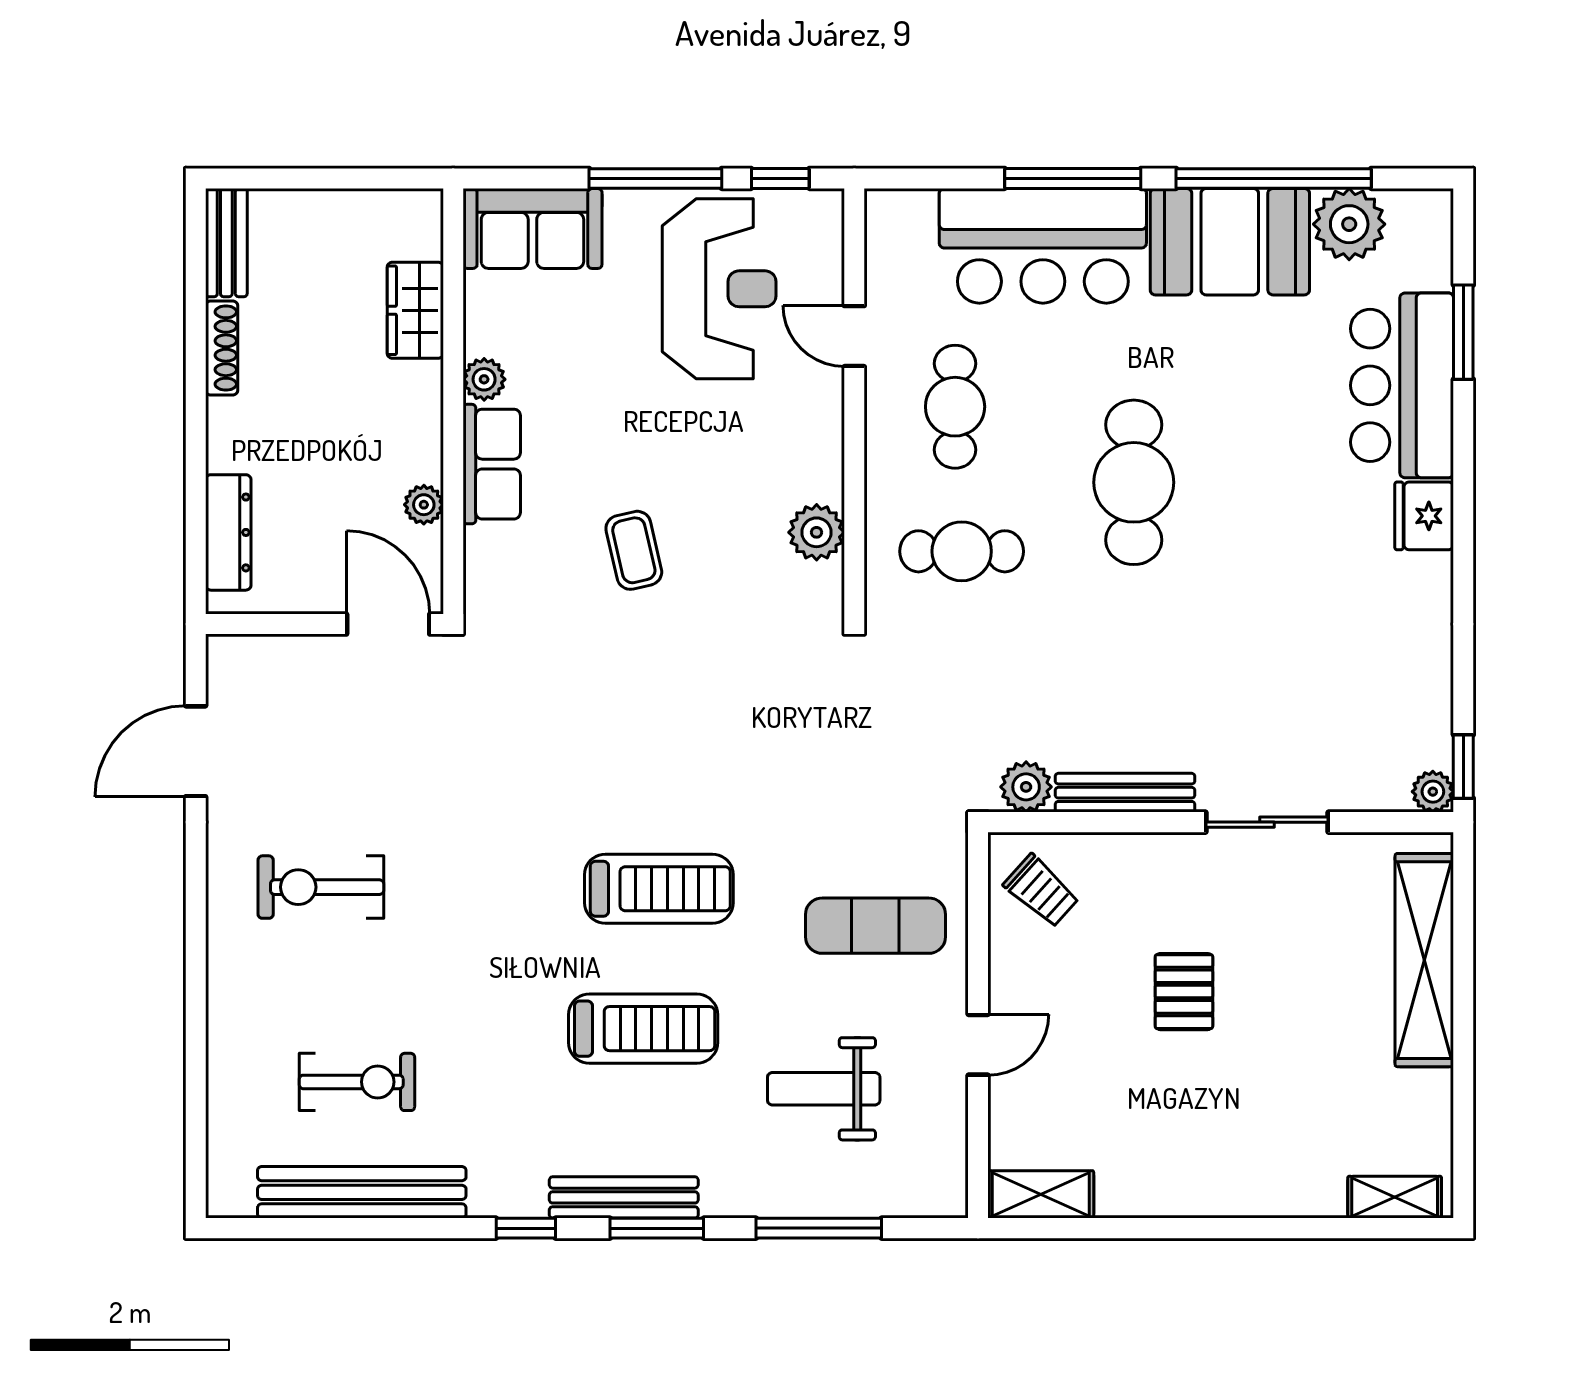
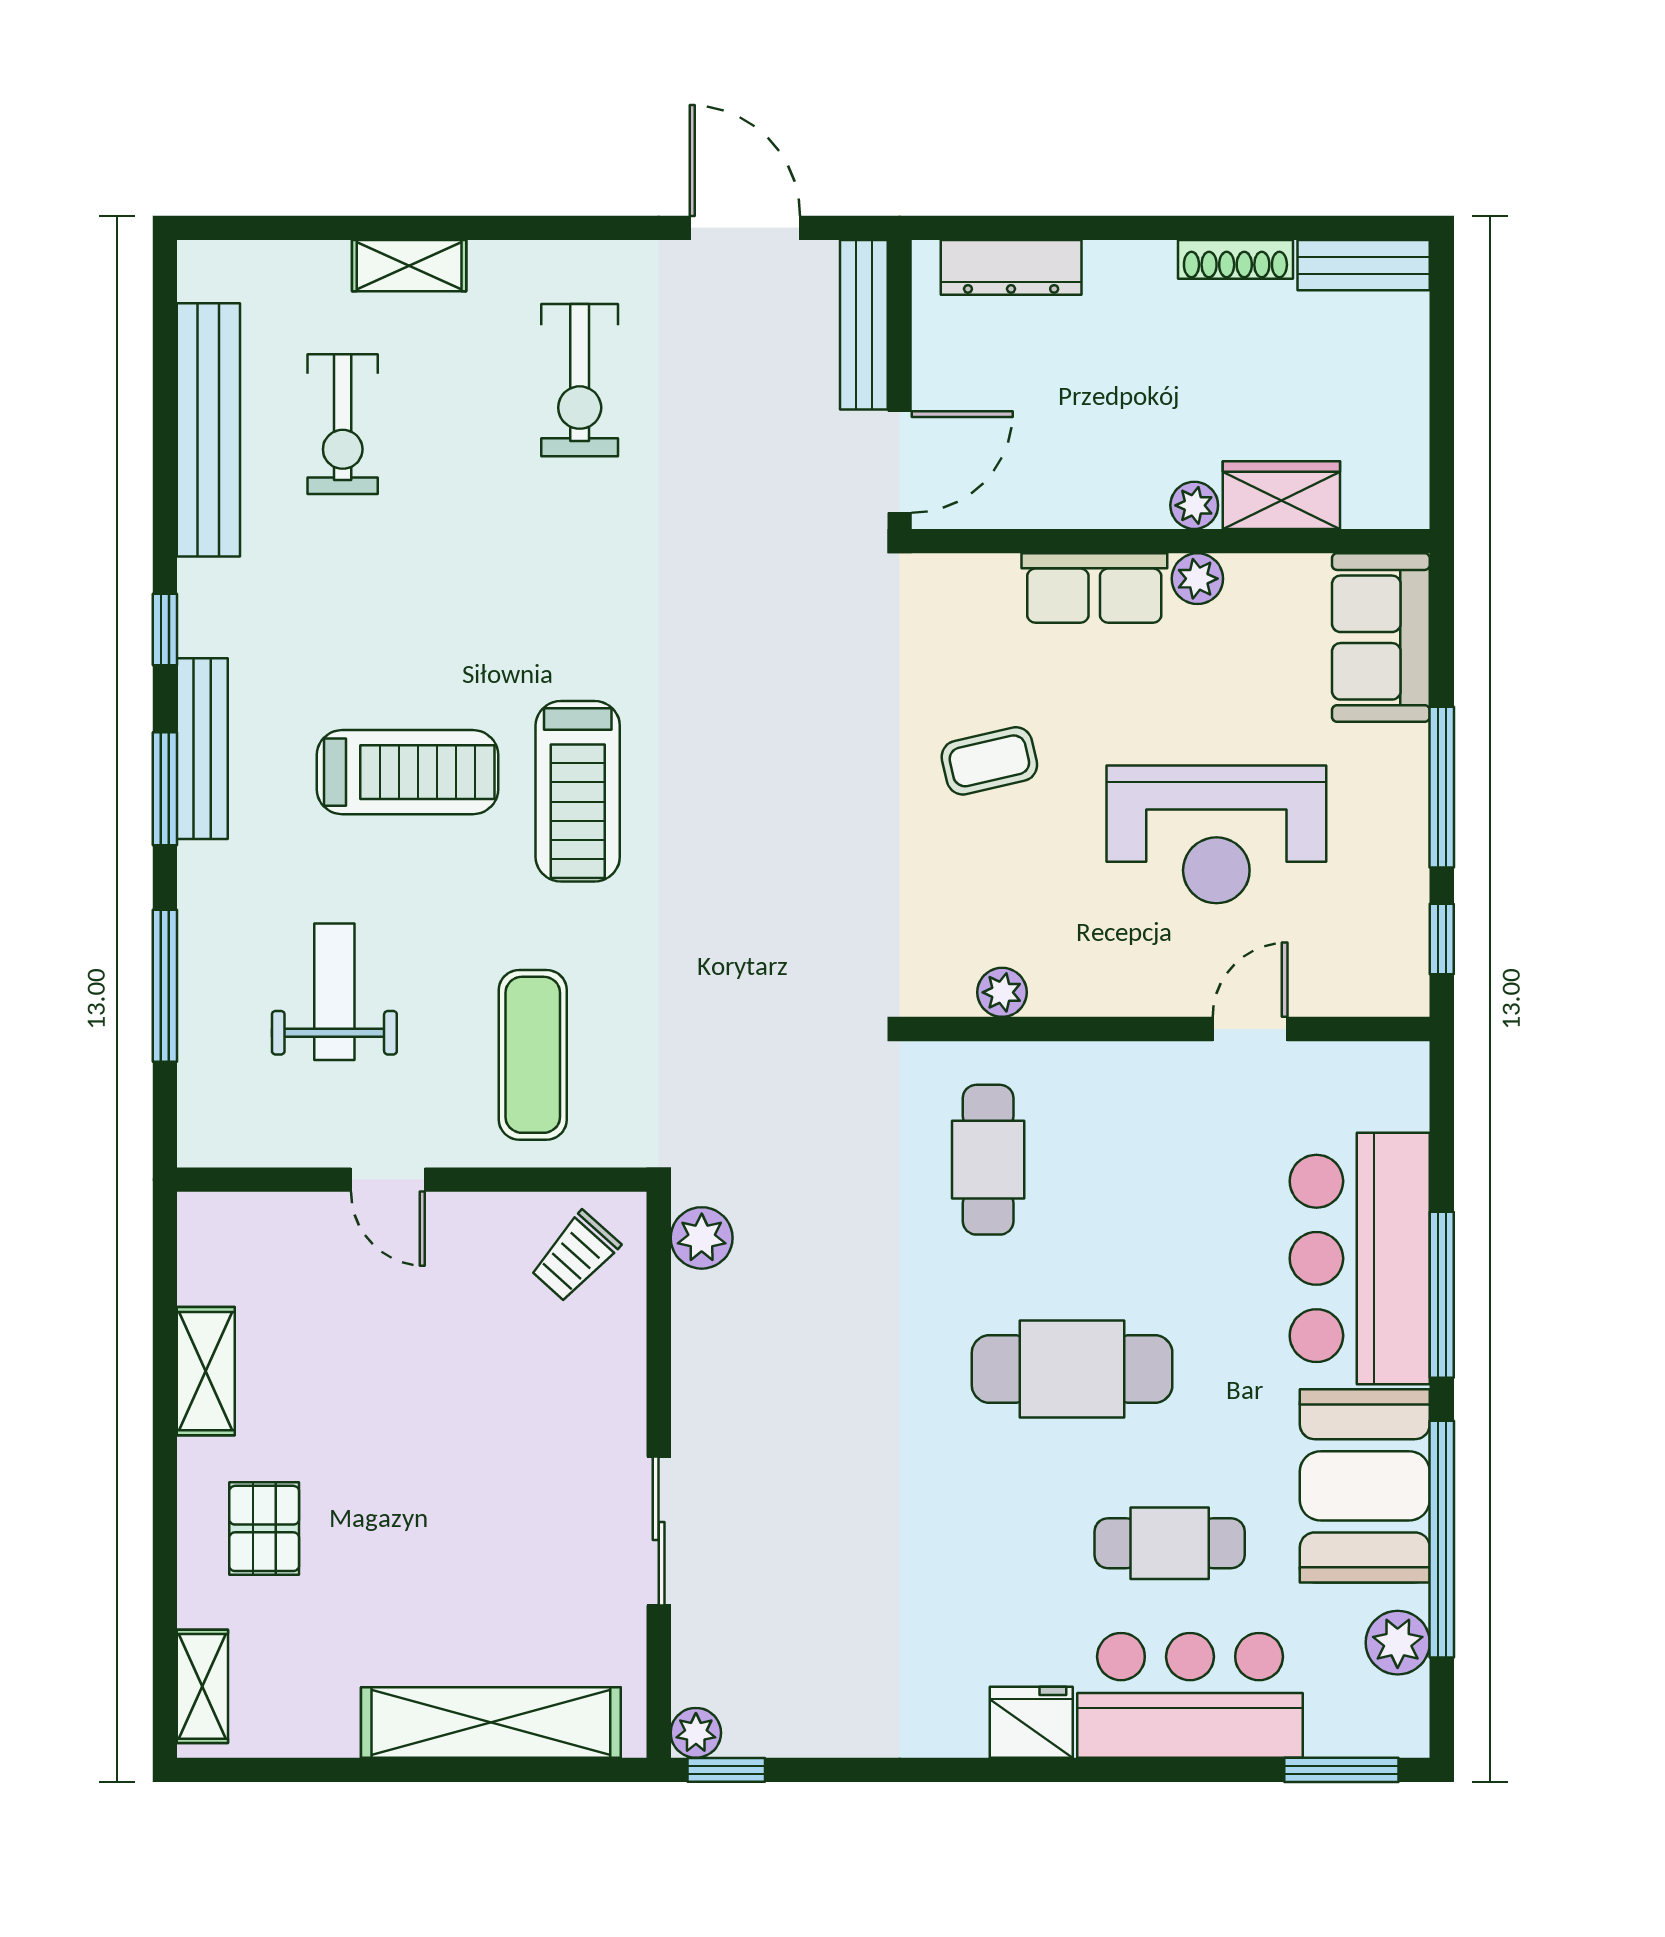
plant: (1349, 224) -> (1398, 1643), width x0.73, depth x0.73
reception desk: (719, 289) -> (1216, 834), moved
window: (1463, 332) -> (1341, 1770), moved
cafe table: (955, 407) -> (1170, 1543), moved
plant: (424, 505) -> (1194, 505), moved
plant: (817, 532) -> (1002, 992), width x0.73, depth x0.73
bench: (1125, 793) -> (864, 325), moved
exercise bike: (321, 887) -> (580, 380), turned 180
pallet: (1184, 992) -> (264, 1528), moved, turned 90
shelving: (227, 1027) -> (409, 266), added
treadmill: (643, 1029) -> (408, 772), turned -90
shelving: (1041, 1194) -> (206, 1371), moved

